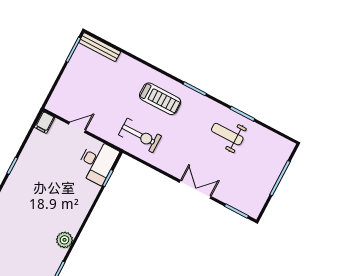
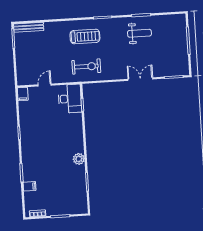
weight bench: (227, 134) -> (139, 33), turned 180

